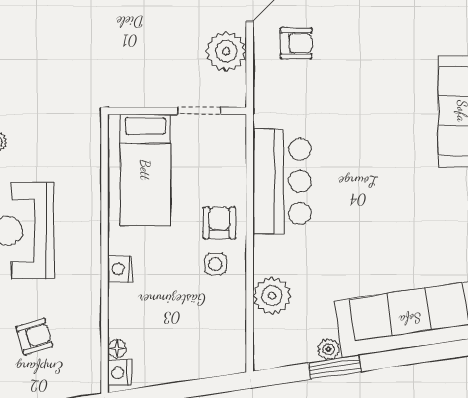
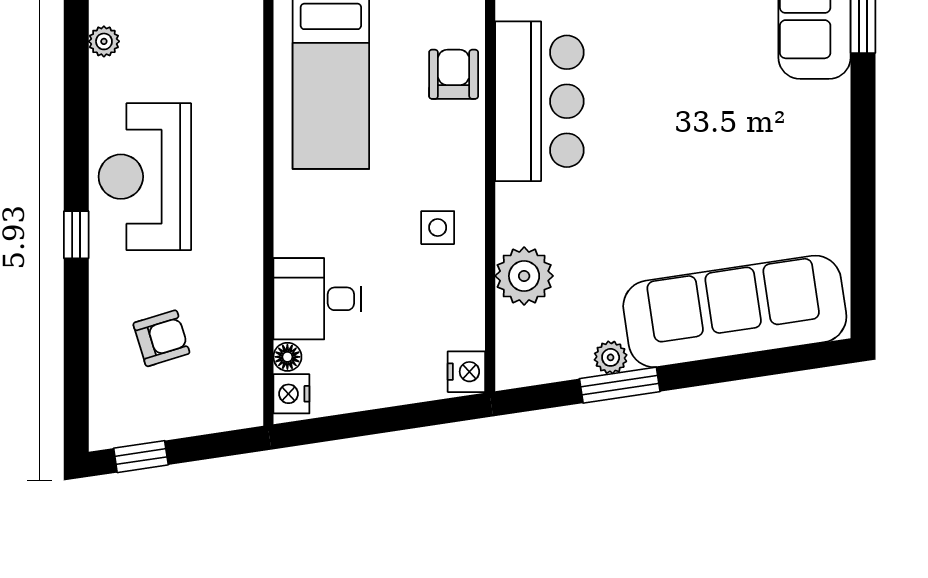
armchair: (219, 223) -> (454, 74), moved
nightstand: (120, 269) -> (466, 372), moved, turned 180
desk: (136, 311) -> (317, 299), added

